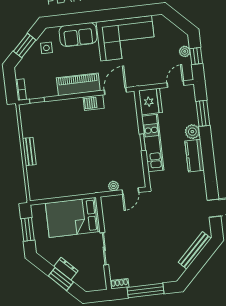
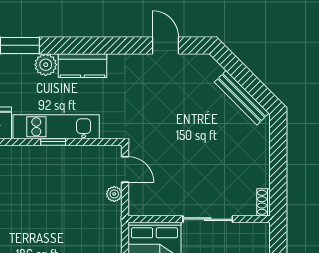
bench: (195, 250) -> (242, 98), moved
window: (146, 291) -> (278, 164), removed

